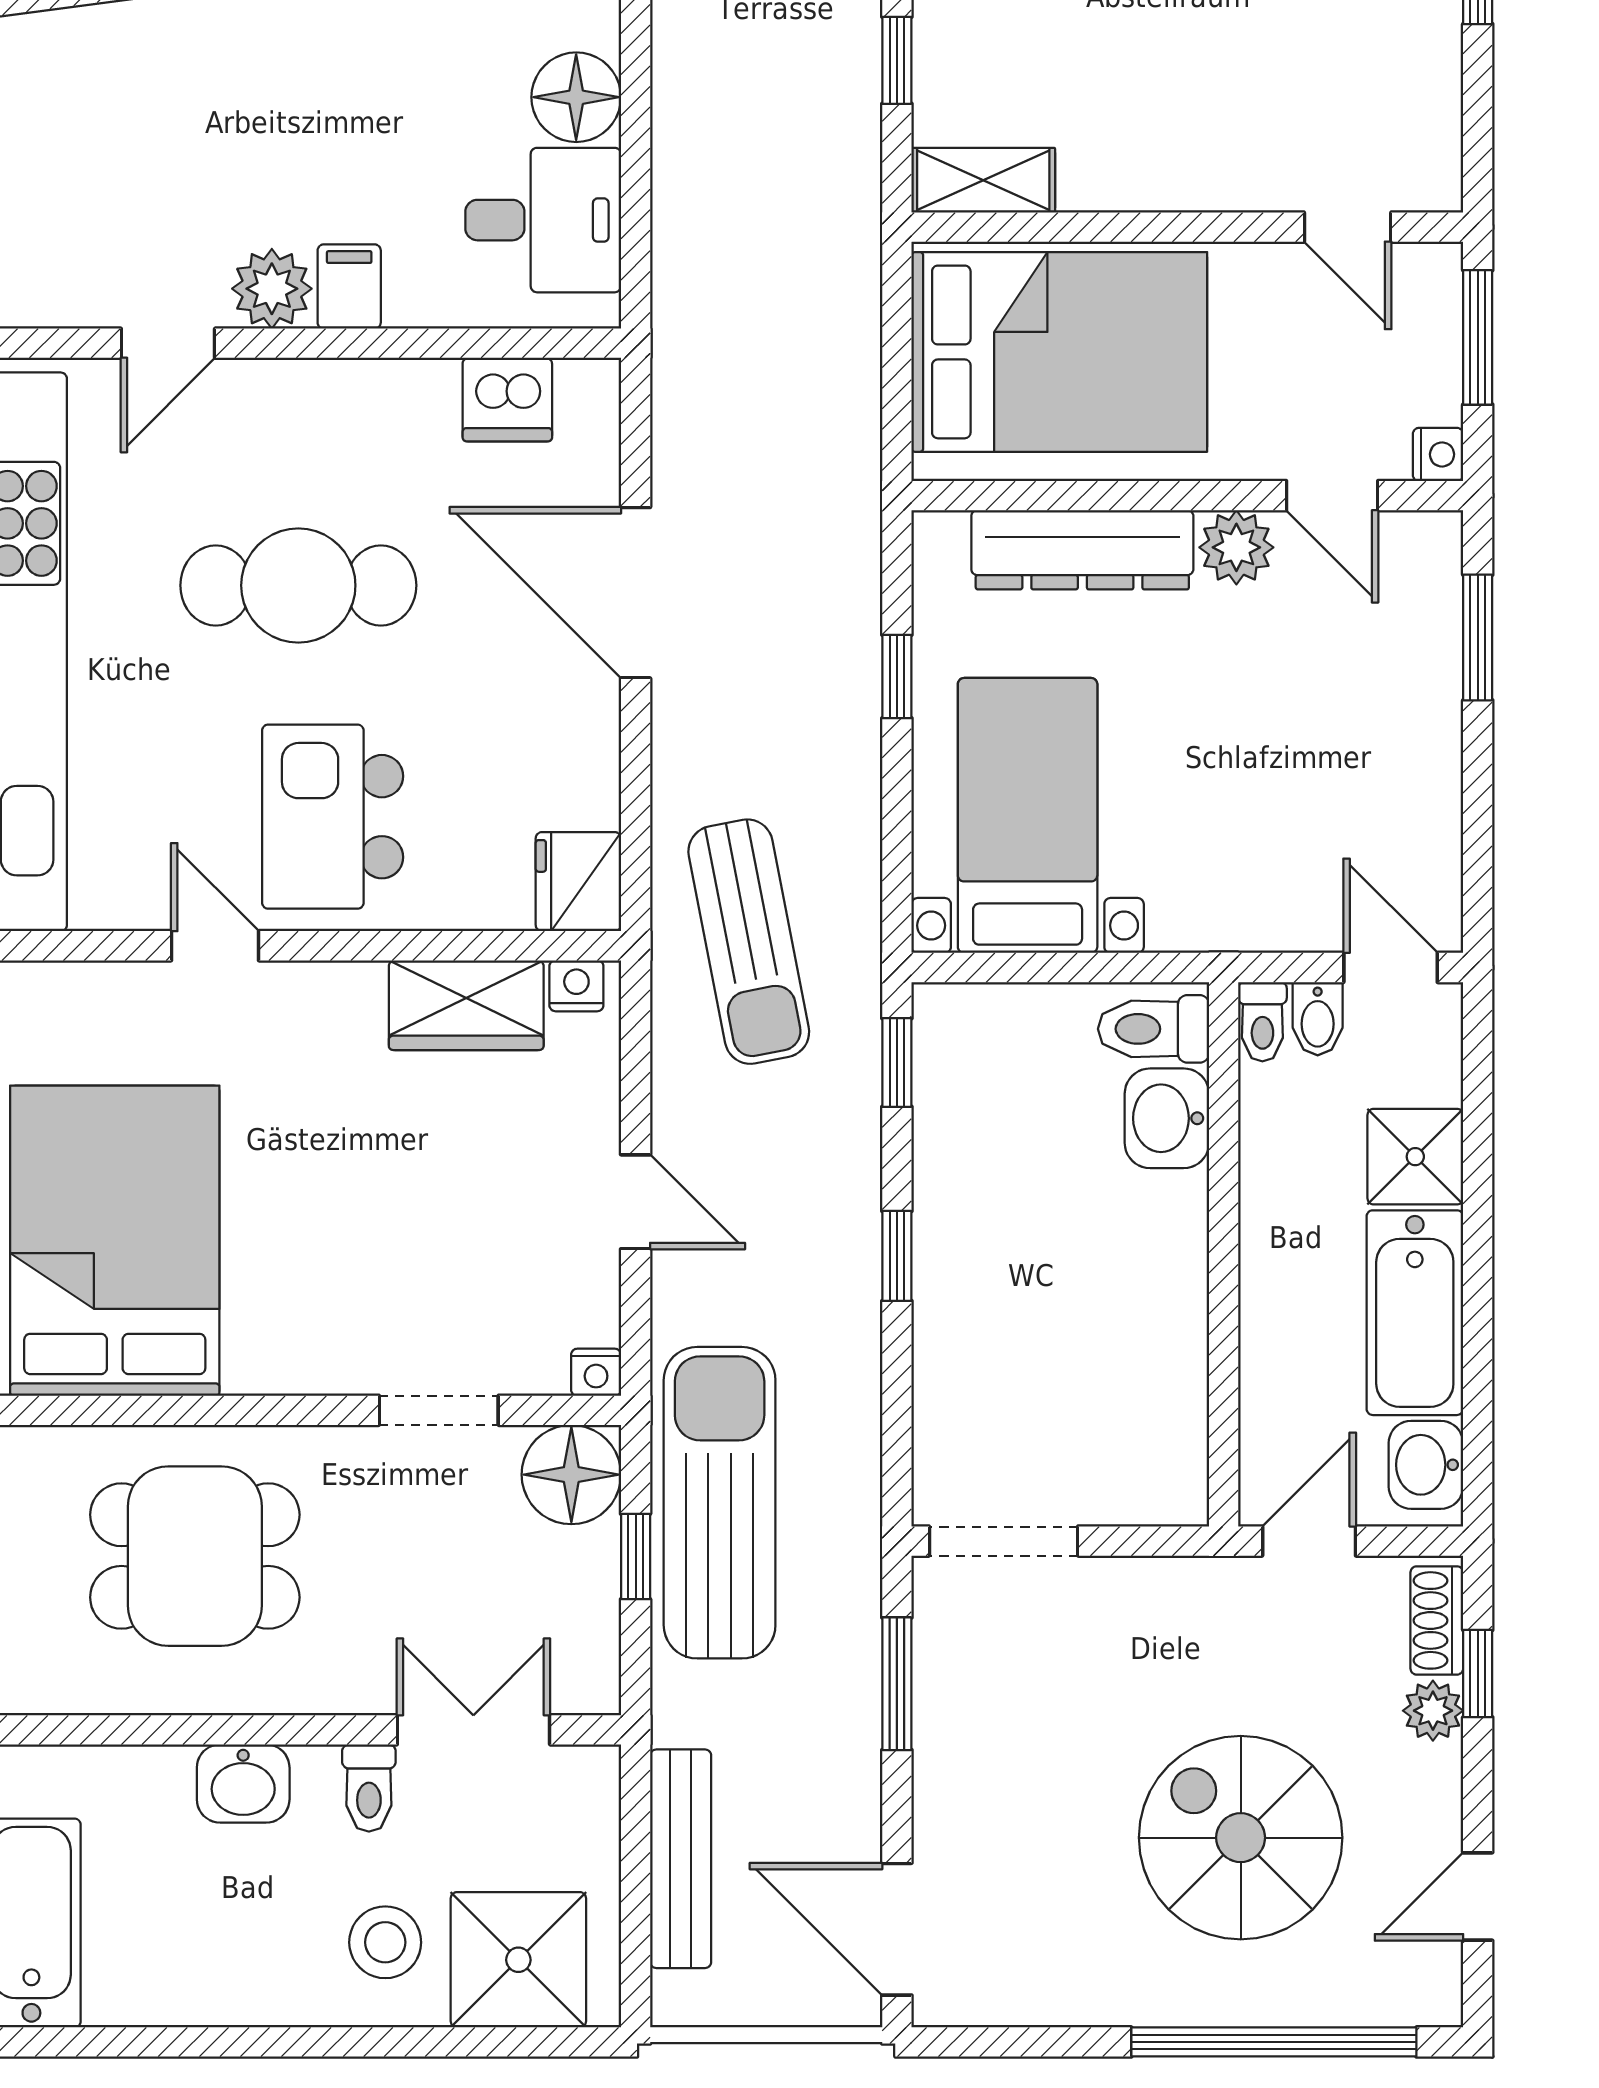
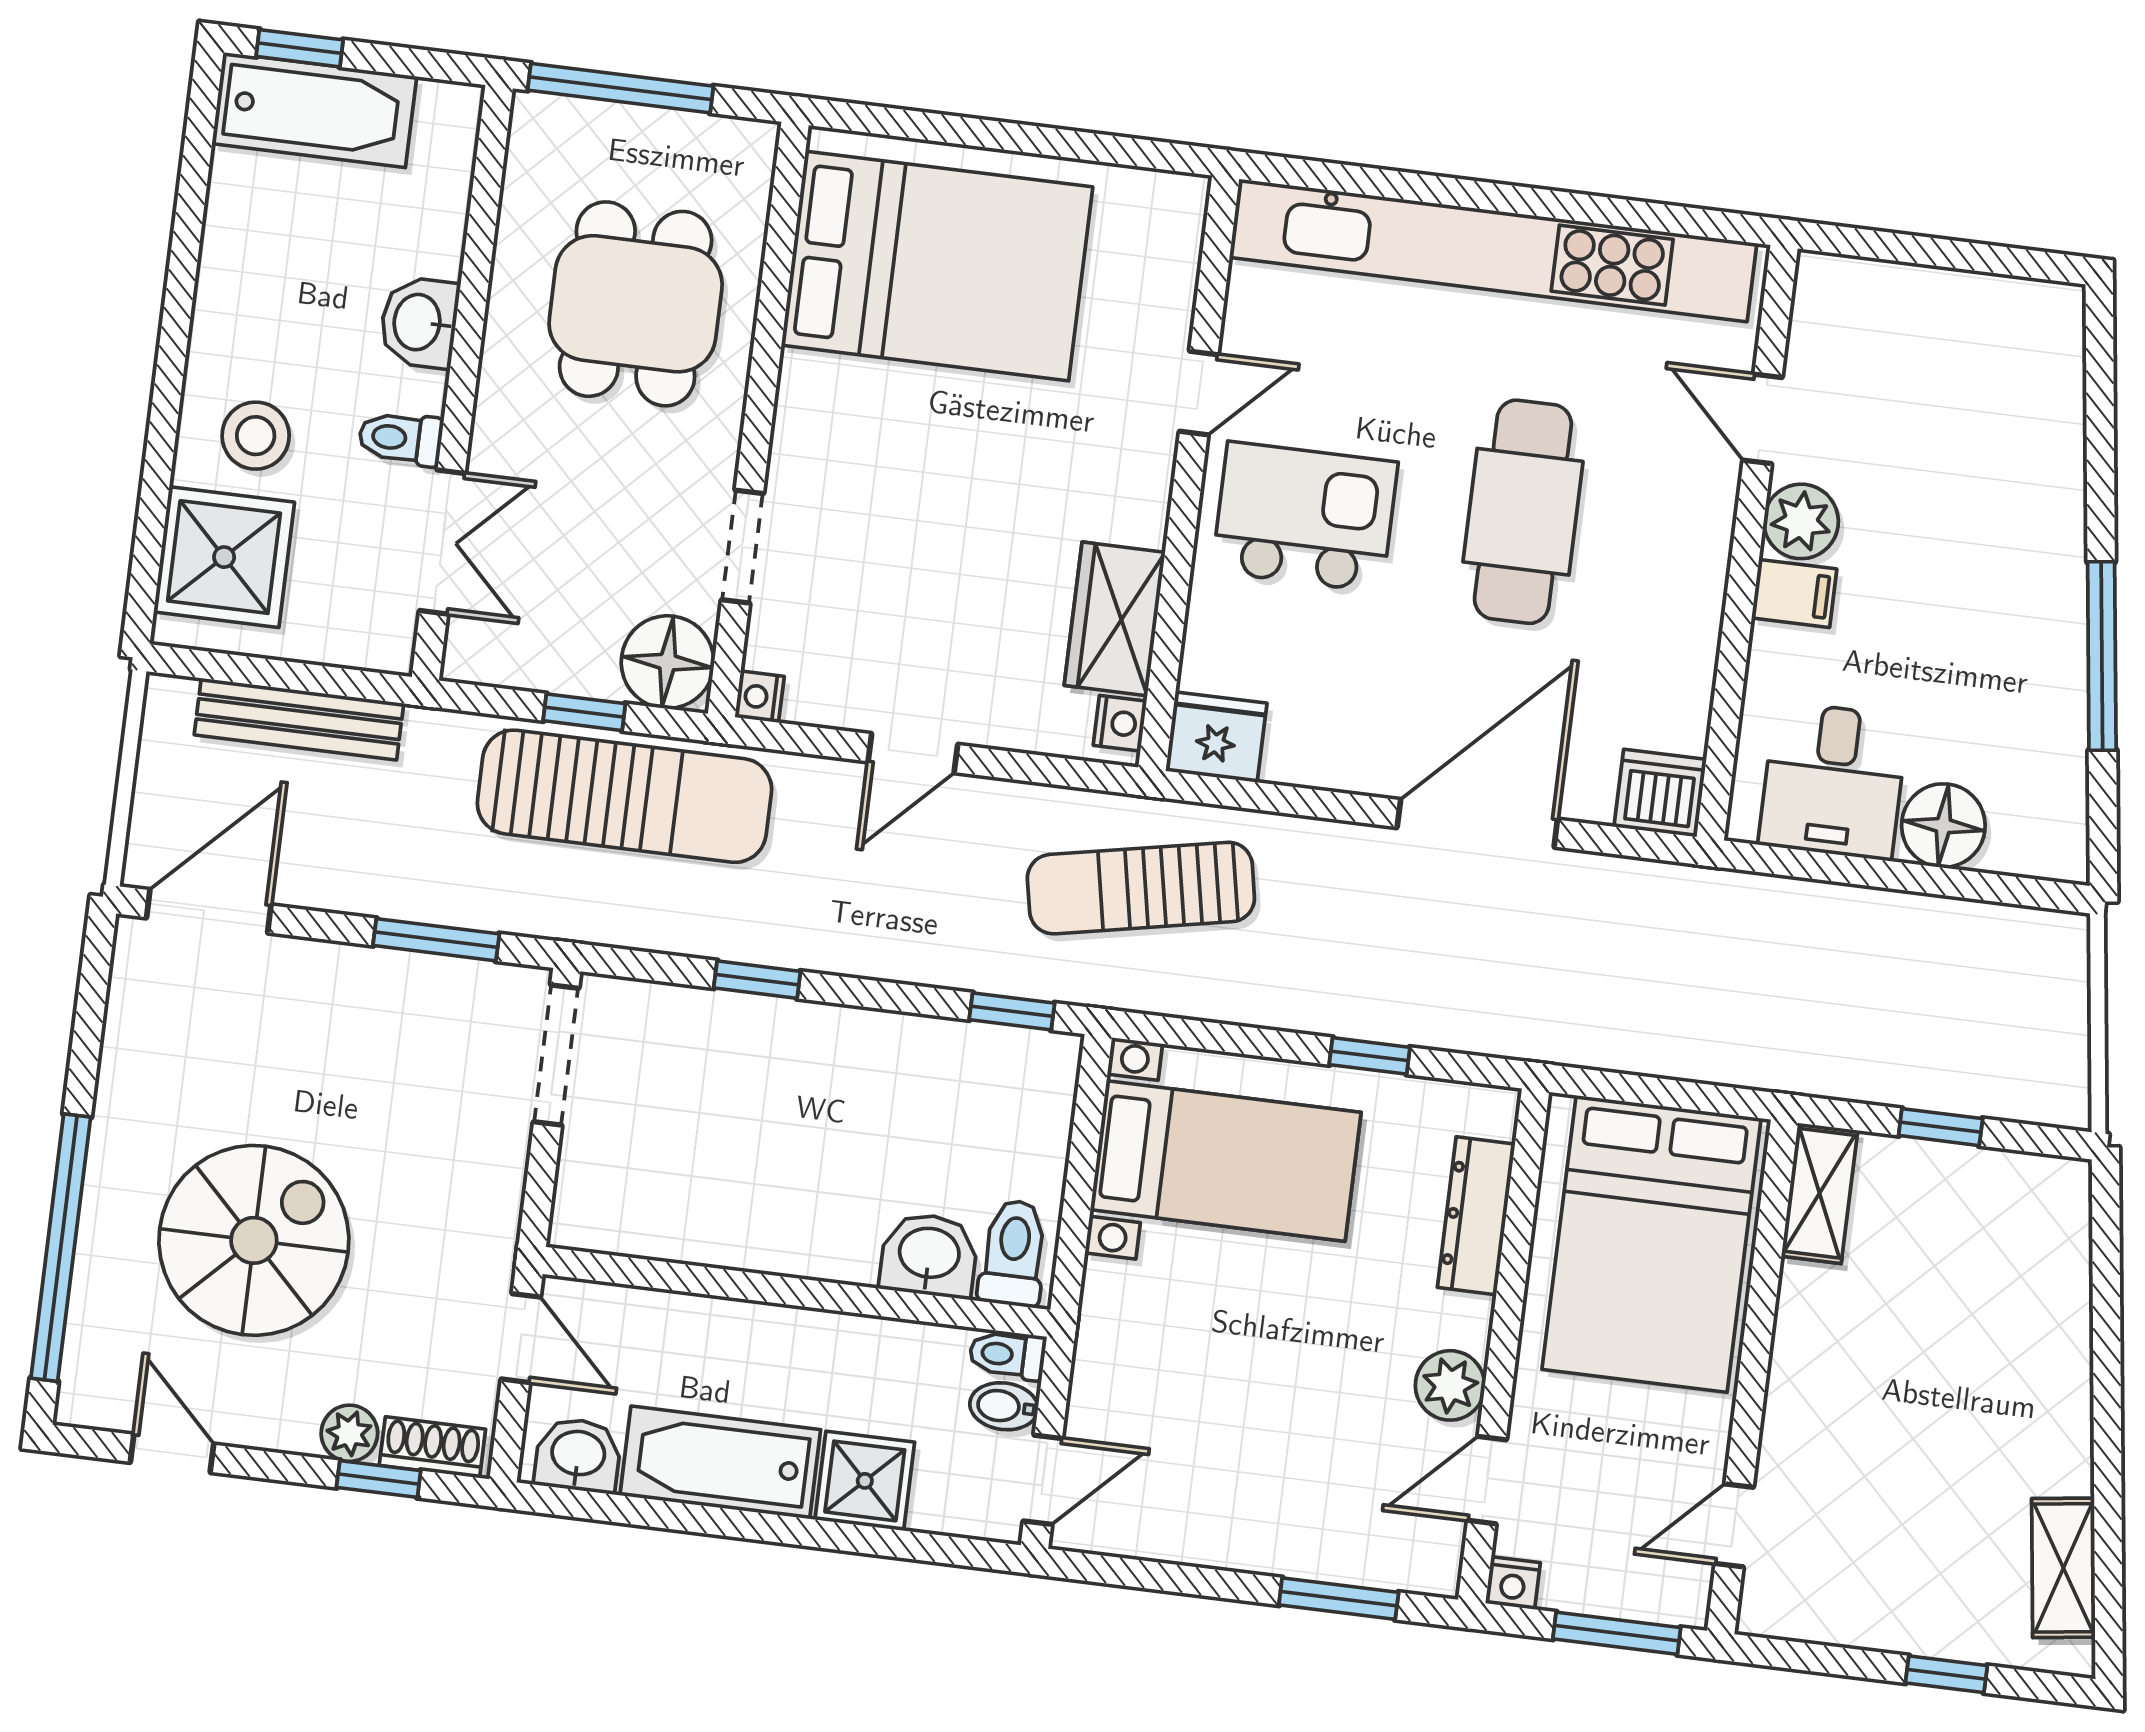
dishwasher: (507, 400) -> (1660, 793), moved, turned 90
dresser: (1082, 550) -> (1476, 1216), width x0.73, depth x0.80
window: (897, 1256) -> (757, 980), moved

